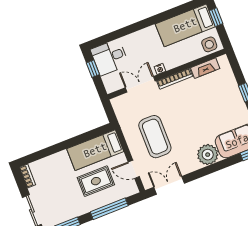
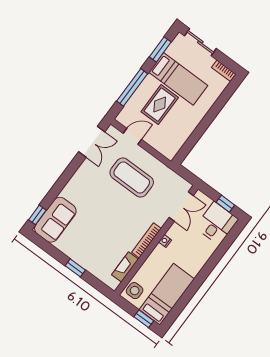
double door: (140, 84) -> (181, 206), moved
bed: (95, 150) -> (178, 79), moved, turned 90
plant: (208, 155) -> (74, 191), removed

